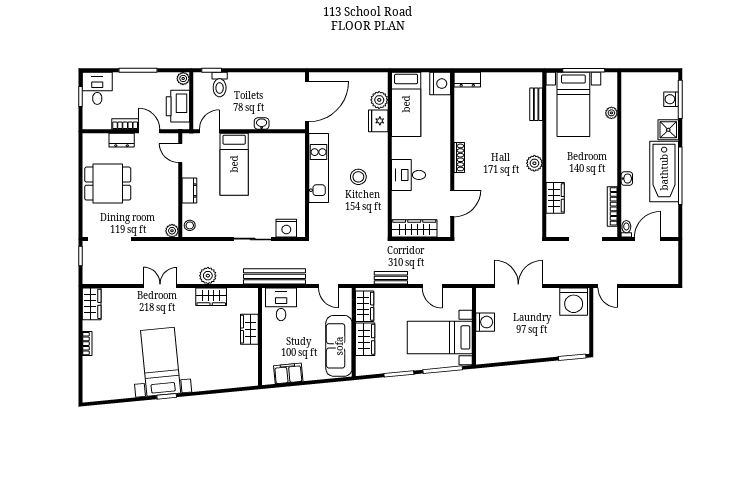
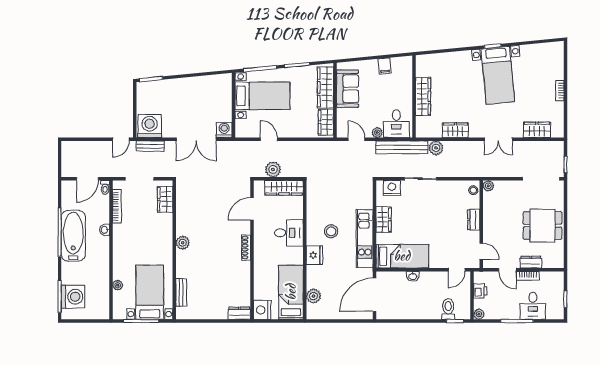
desk: (97, 88) -> (533, 306), moved
washing machine: (671, 99) -> (73, 297), width x1.89, depth x1.89
printer: (178, 106) -> (480, 291), width x0.53, depth x0.68
fridge: (378, 121) -> (314, 255), moved
shower: (668, 130) -> (70, 271), removed
bed: (234, 164) -> (402, 256), moved, turned 90
wardrobe: (296, 191) -> (384, 220), added
wardrobe: (555, 198) -> (165, 199), moved
plant: (427, 250) -> (273, 169), added
plant: (208, 276) -> (436, 148), moved
bench: (391, 278) -> (150, 146), moved
door: (608, 286) -> (121, 139), swing flipped
plant: (304, 294) -> (377, 133), added
wardrobe: (92, 304) -> (537, 130), moved, turned 90
washing machine: (485, 322) -> (224, 130), moved, turned 90
wardrobe: (249, 329) -> (423, 96), width x1.50
wardrobe: (365, 339) -> (325, 87), width x1.50
sofa: (339, 346) -> (348, 89), width x0.73
filing cabinet: (288, 373) -> (385, 66), width x0.50

